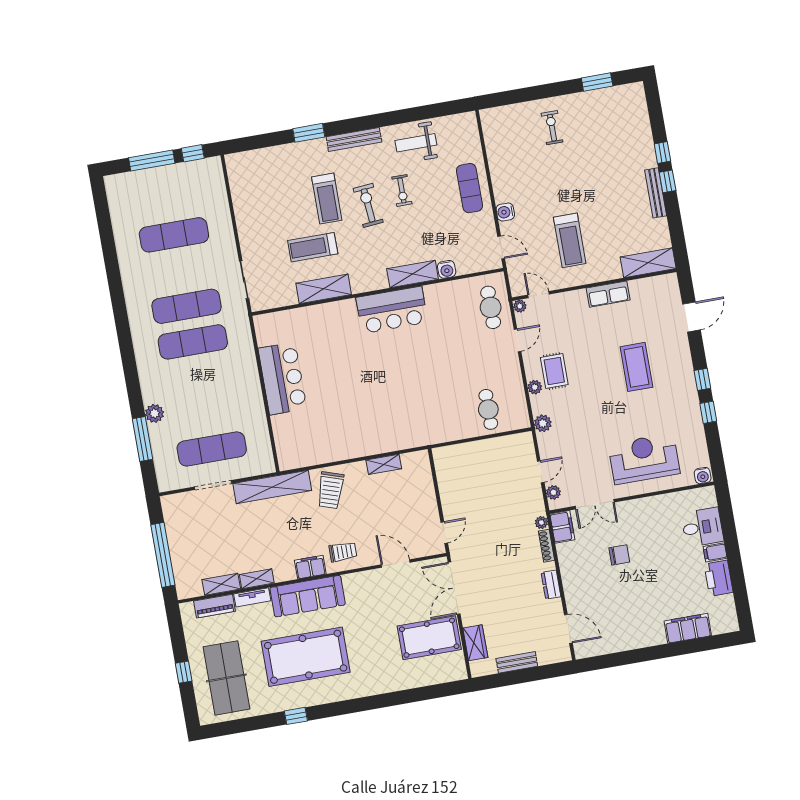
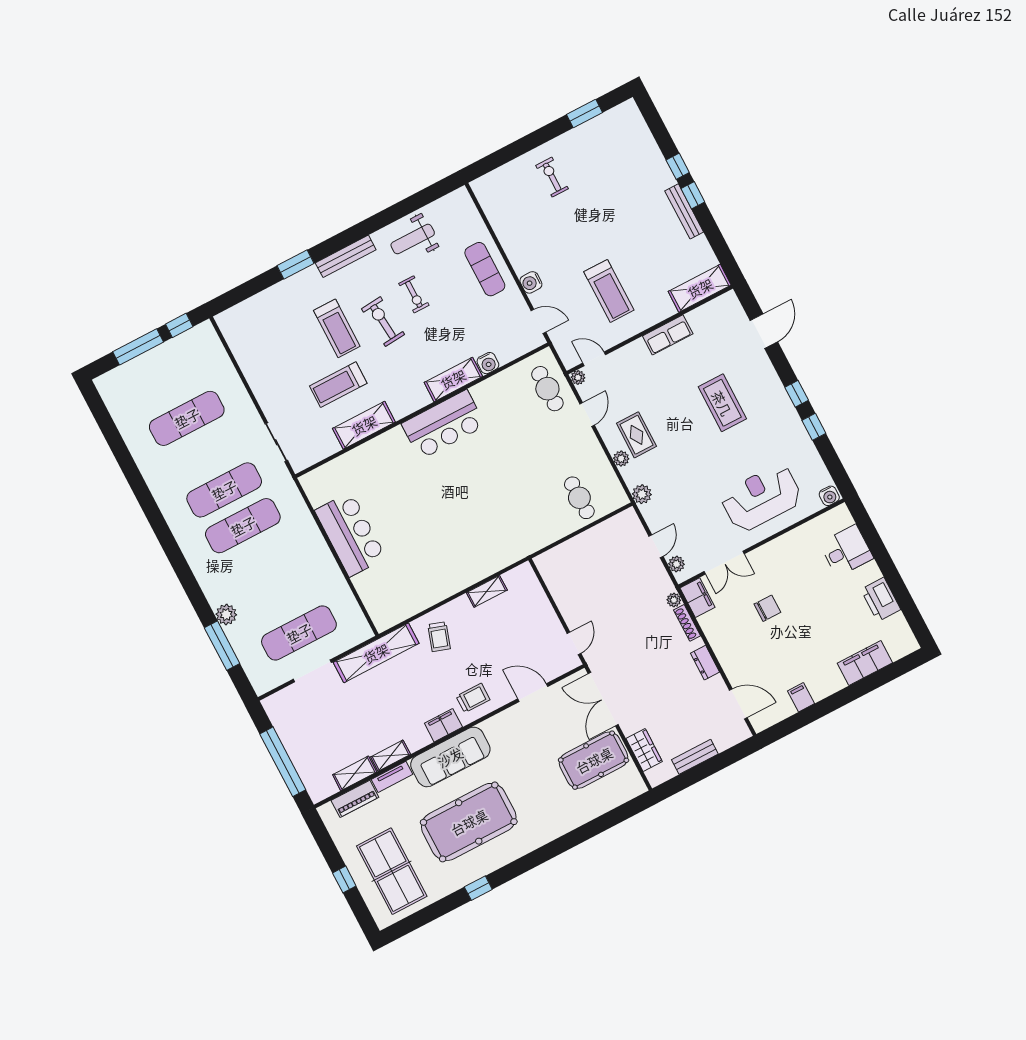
trolley: (331, 490) -> (439, 637), width x0.73, depth x0.72
filing cabinet: (715, 552) -> (801, 697), moved, turned 90

